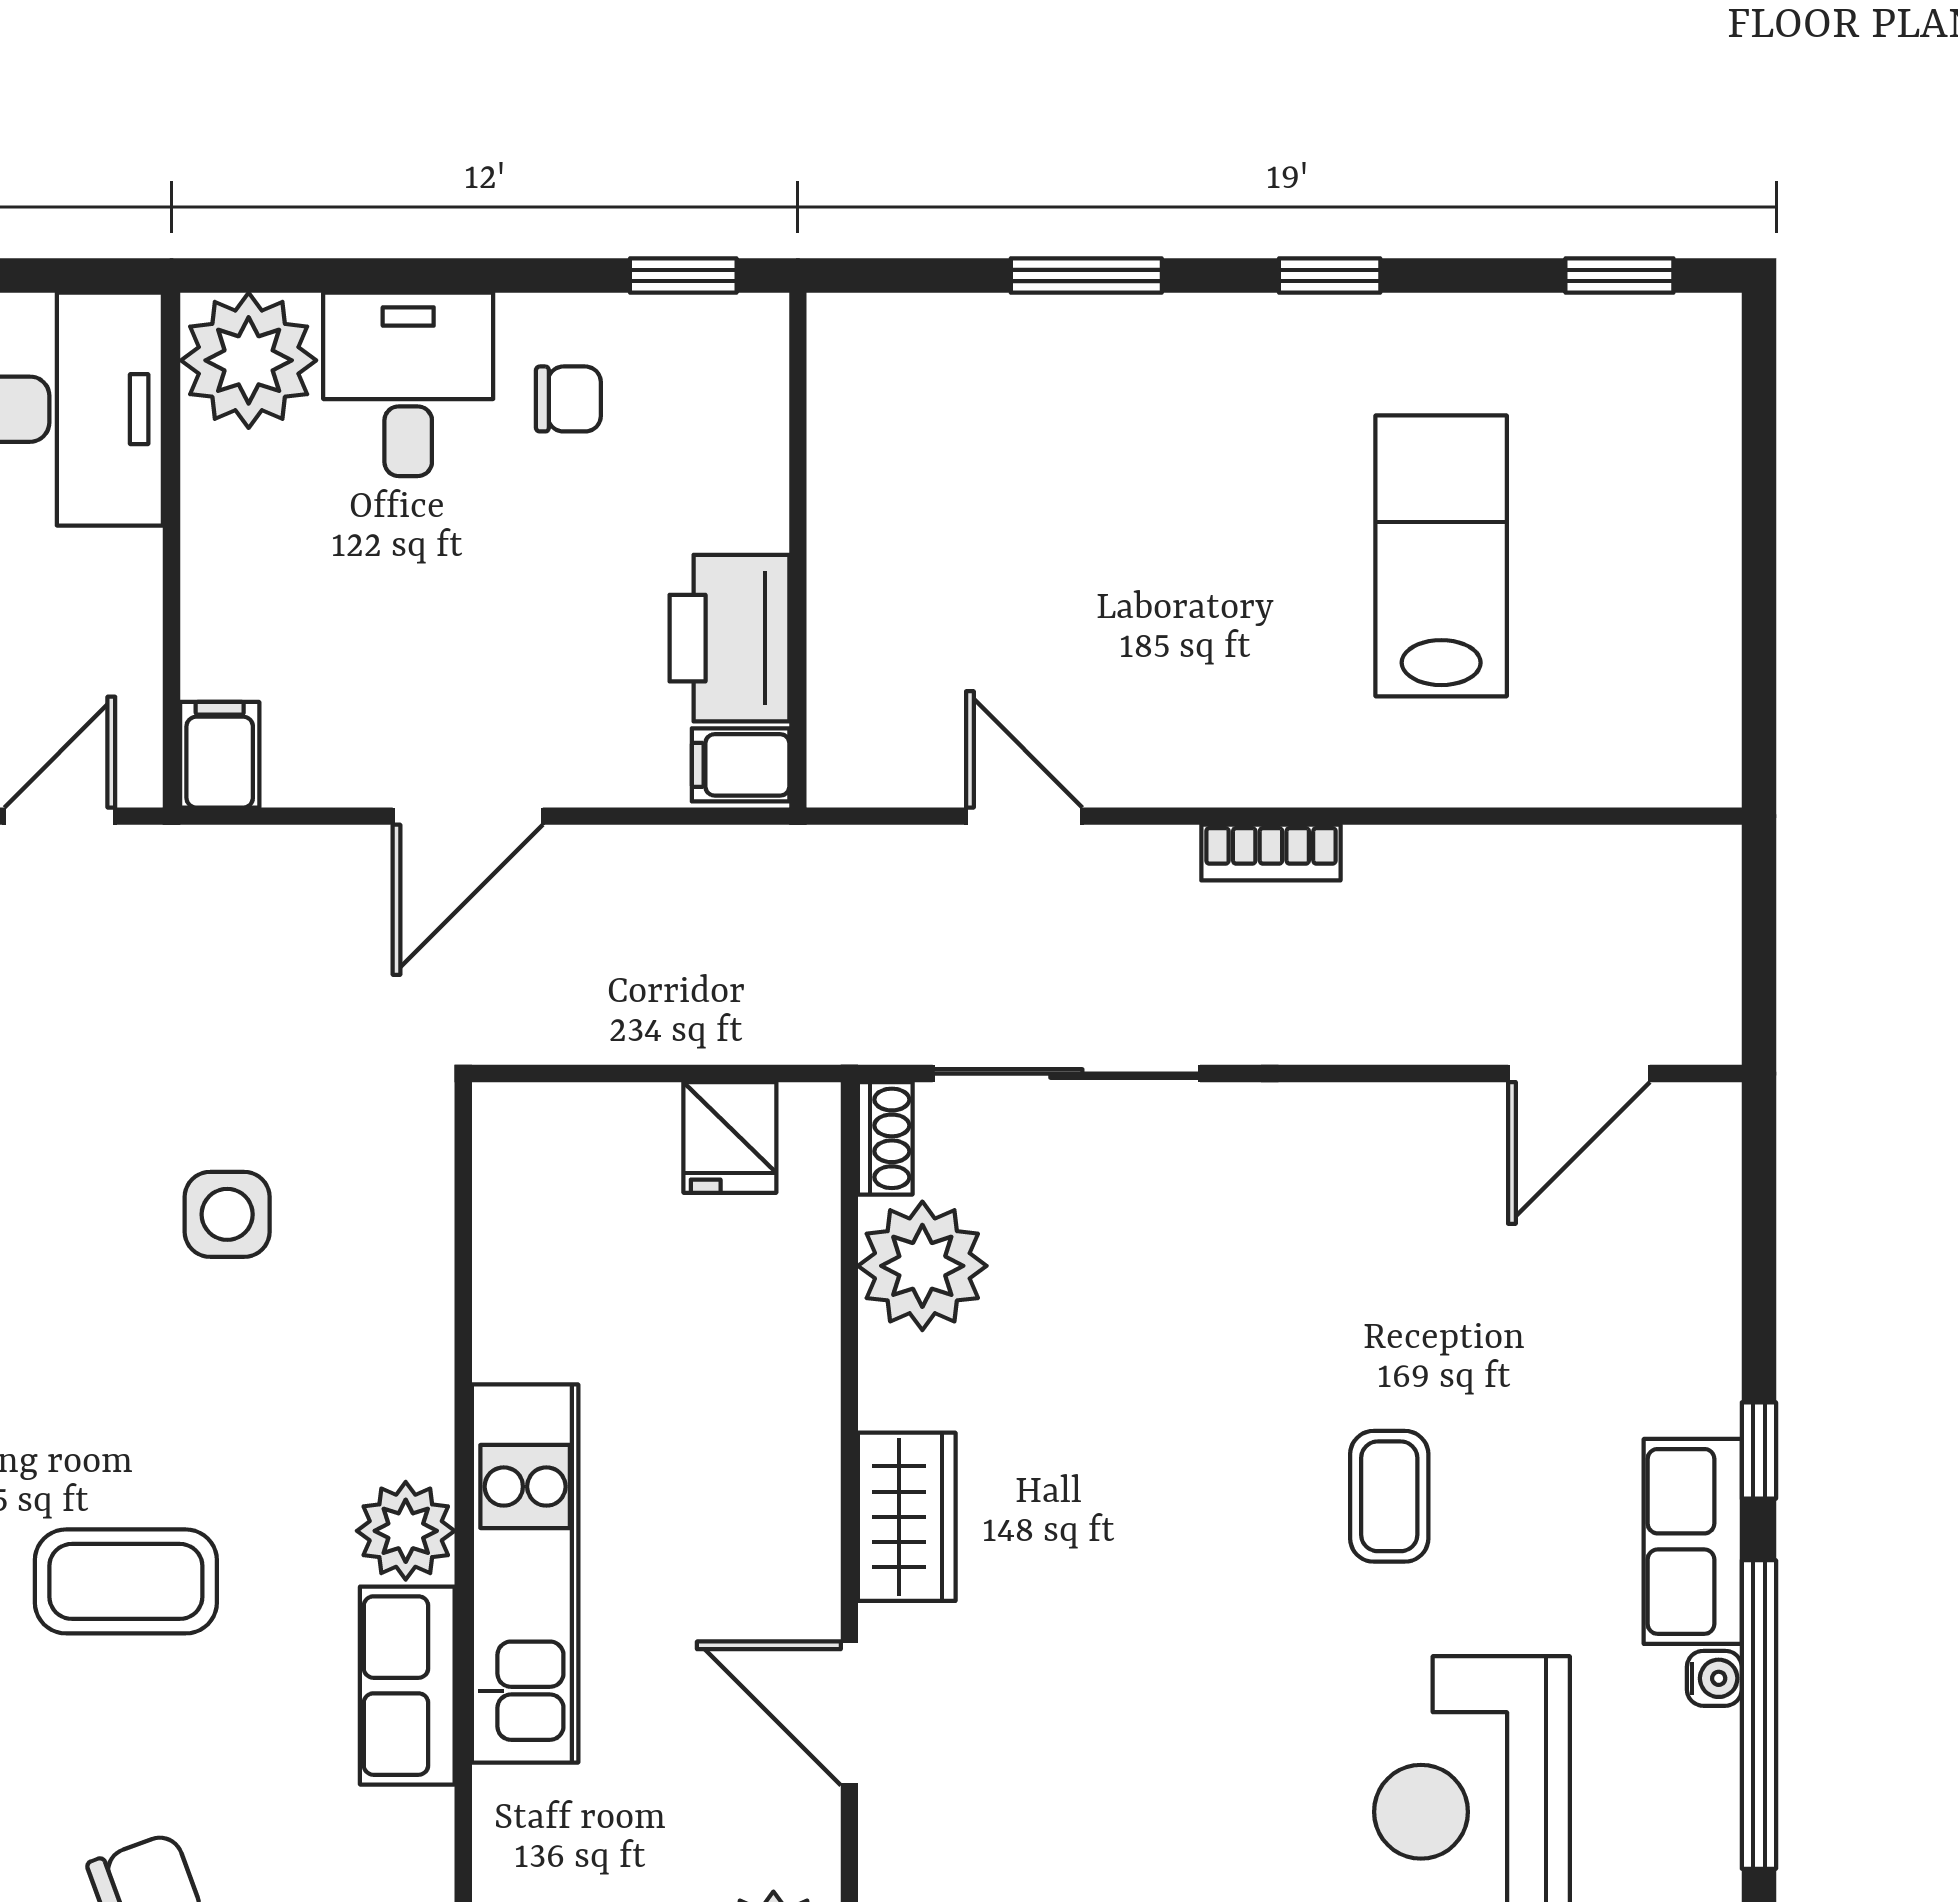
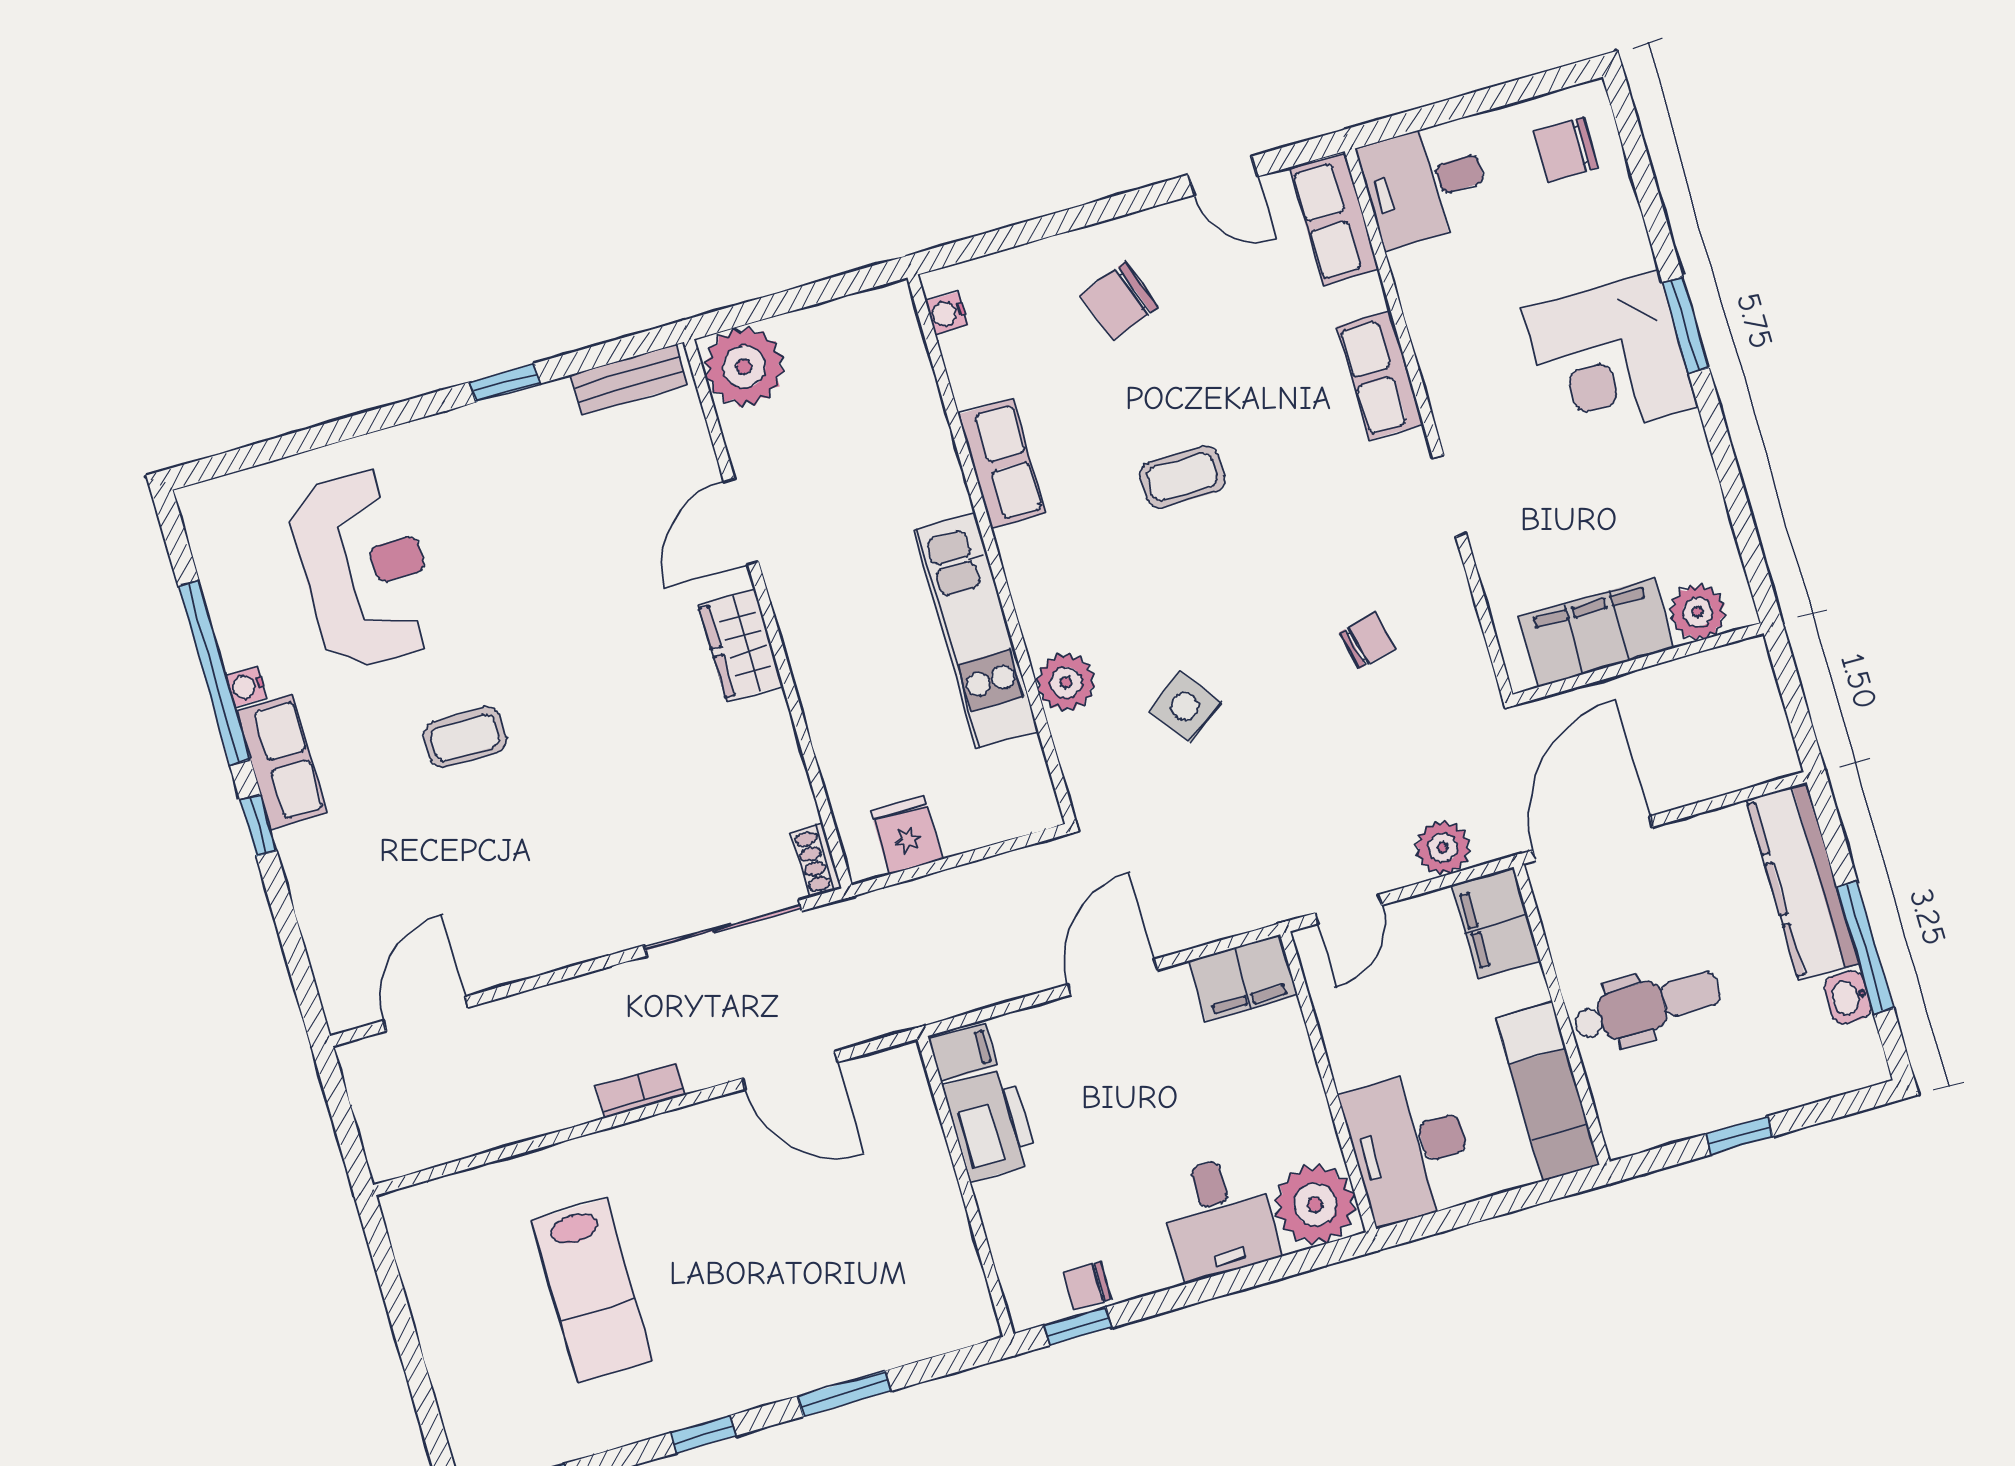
chair: (568, 399) -> (1087, 1286), moved
filing cabinet: (220, 755) -> (1243, 978), width x2.00
door: (1024, 816) -> (790, 1070), width x1.38
side table: (227, 1214) -> (1185, 706), turned -37
plant: (922, 1266) -> (774, 793), removed
coffee table: (1389, 1496) -> (465, 737), turned 90
plant: (406, 1531) -> (1066, 682), moved
kitchen unit: (525, 1573) -> (976, 630), moved
coffee table: (126, 1581) -> (1182, 477), width x0.73, depth x0.77
door: (849, 1713) -> (741, 521), swing flipped

